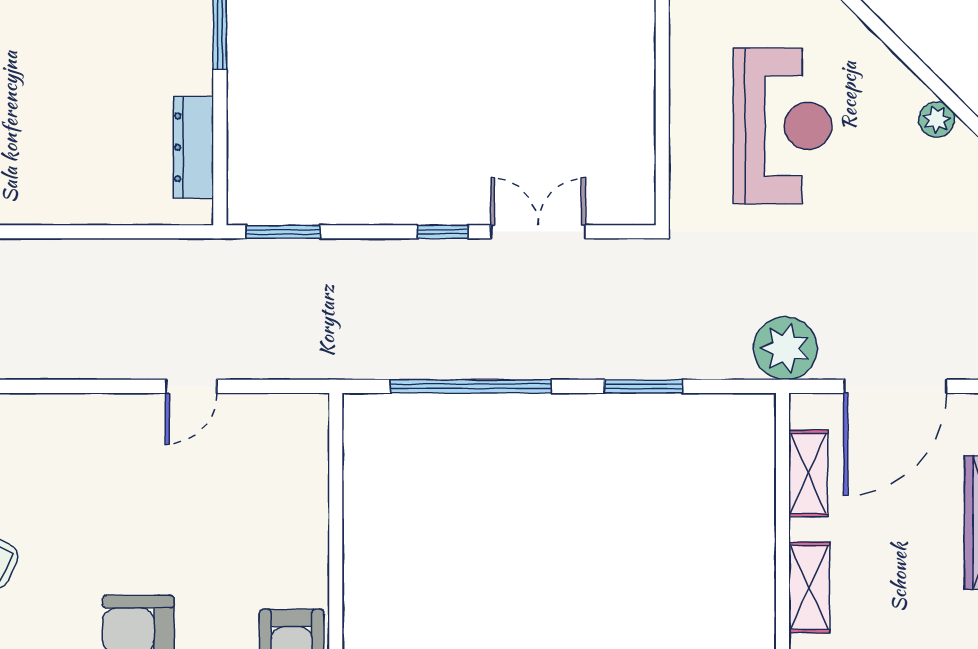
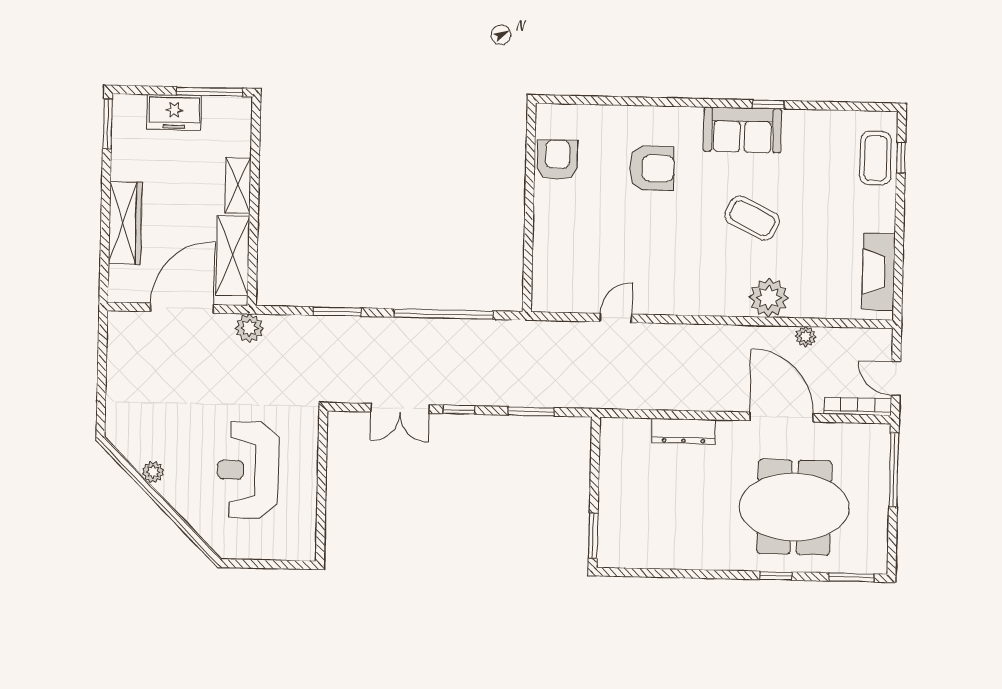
dresser: (193, 147) -> (684, 431), moved, turned 90
window: (283, 232) -> (531, 411), moved
plant: (785, 348) -> (249, 328), width x0.73, depth x0.73
shelving: (808, 474) -> (233, 256), width x1.50, depth x1.33

